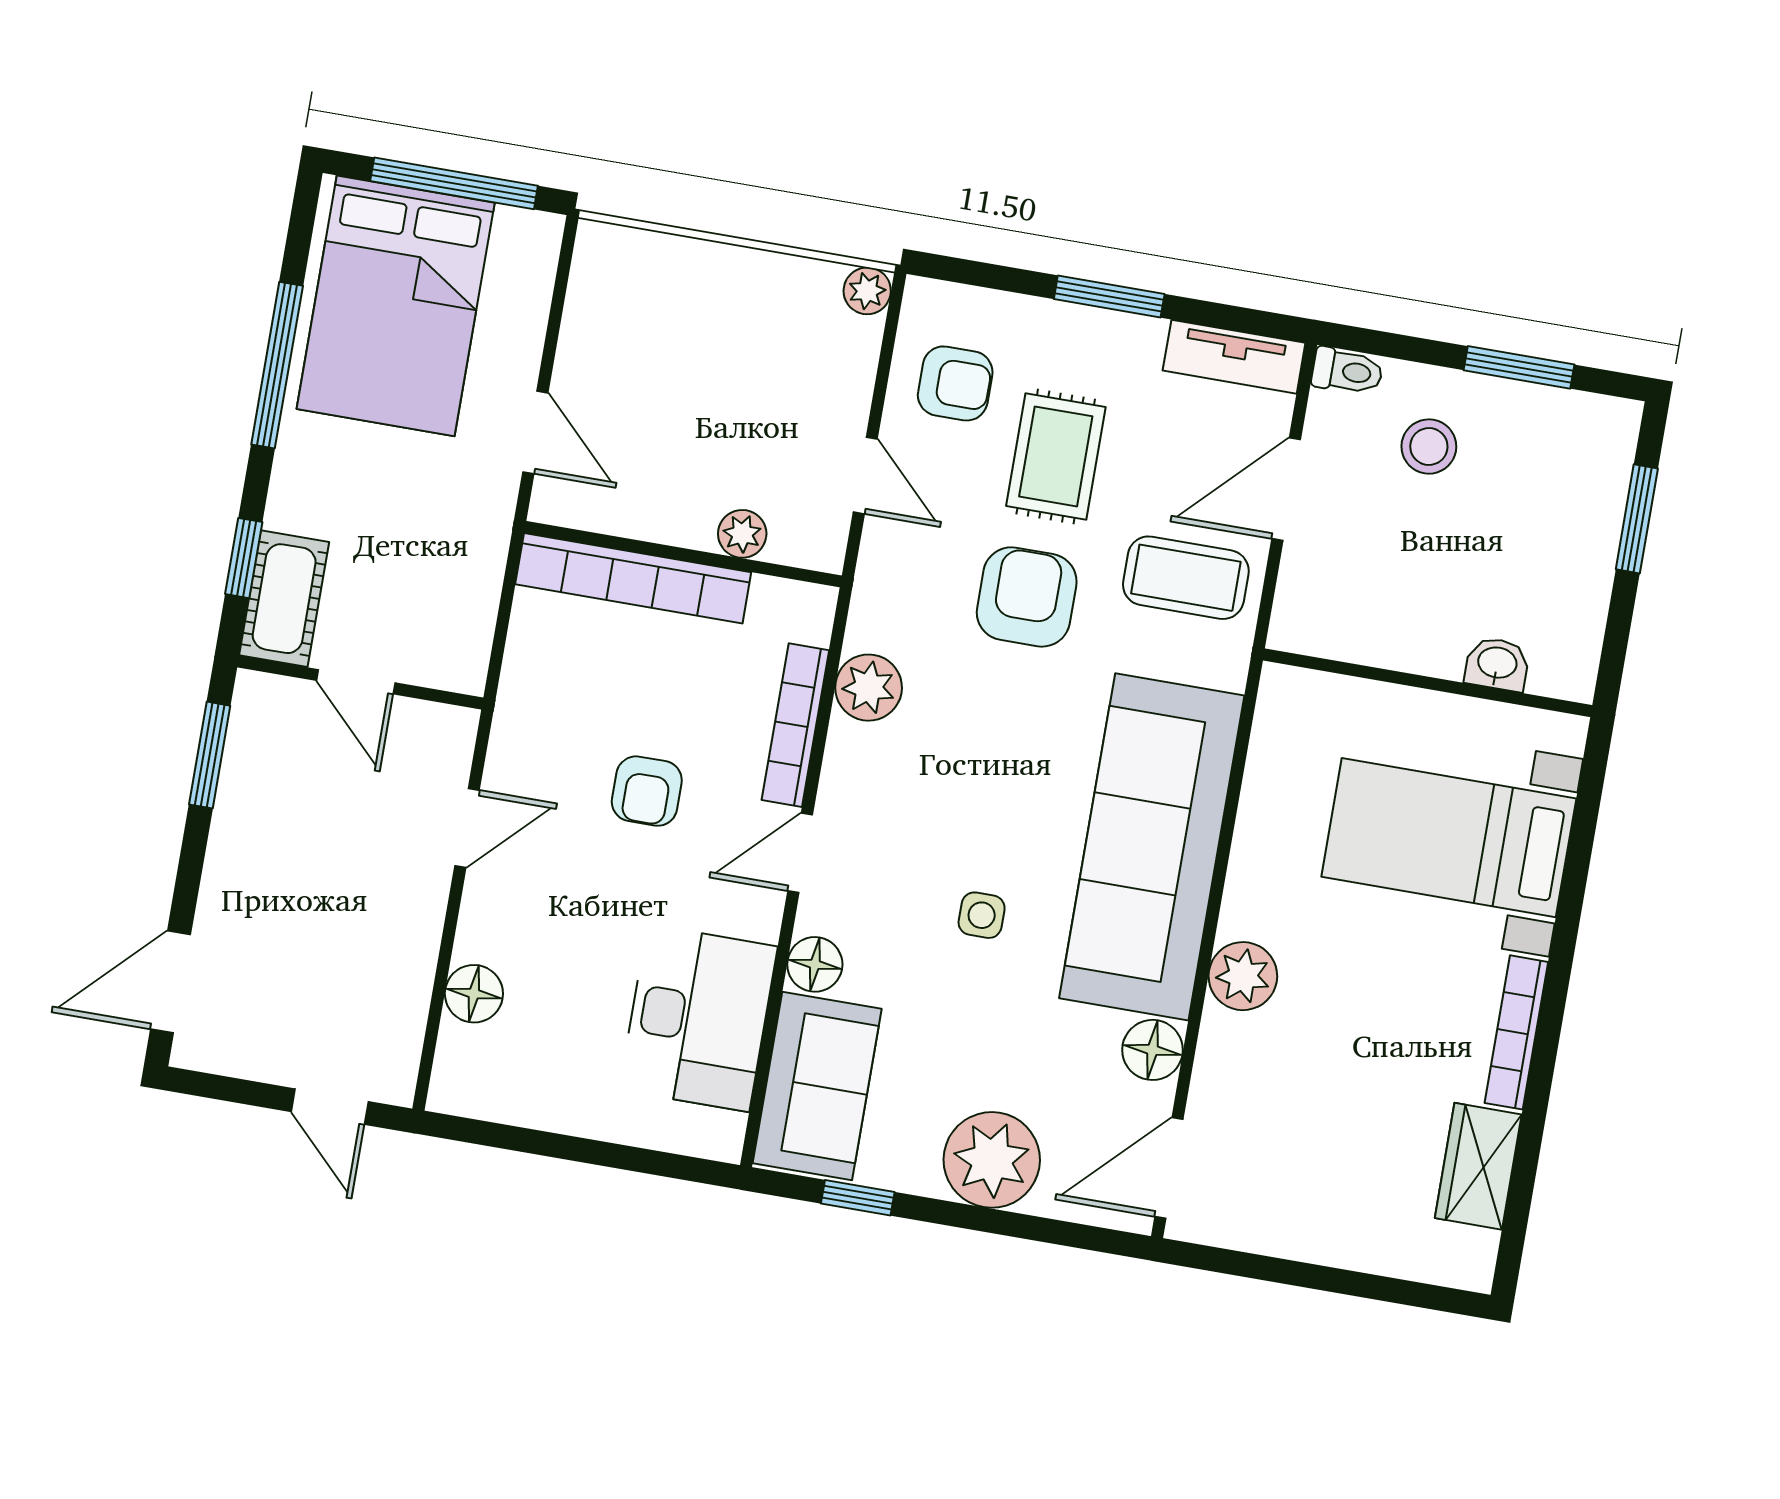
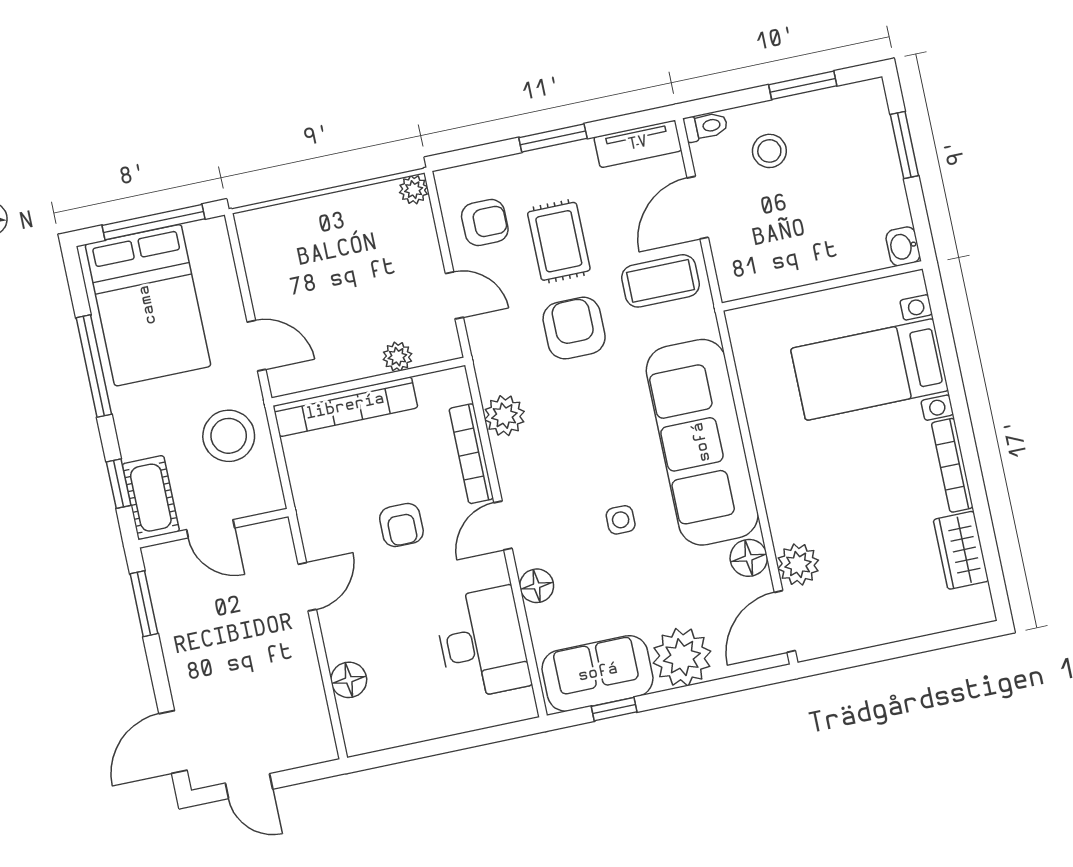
stool: (439, 552) -> (229, 436), added
washbasin: (1497, 664) -> (903, 246), moved, turned -90
plant: (1243, 976) -> (798, 564), moved
sofa: (817, 1086) -> (598, 673), moved, turned -90
door: (330, 1107) -> (249, 786), moved

